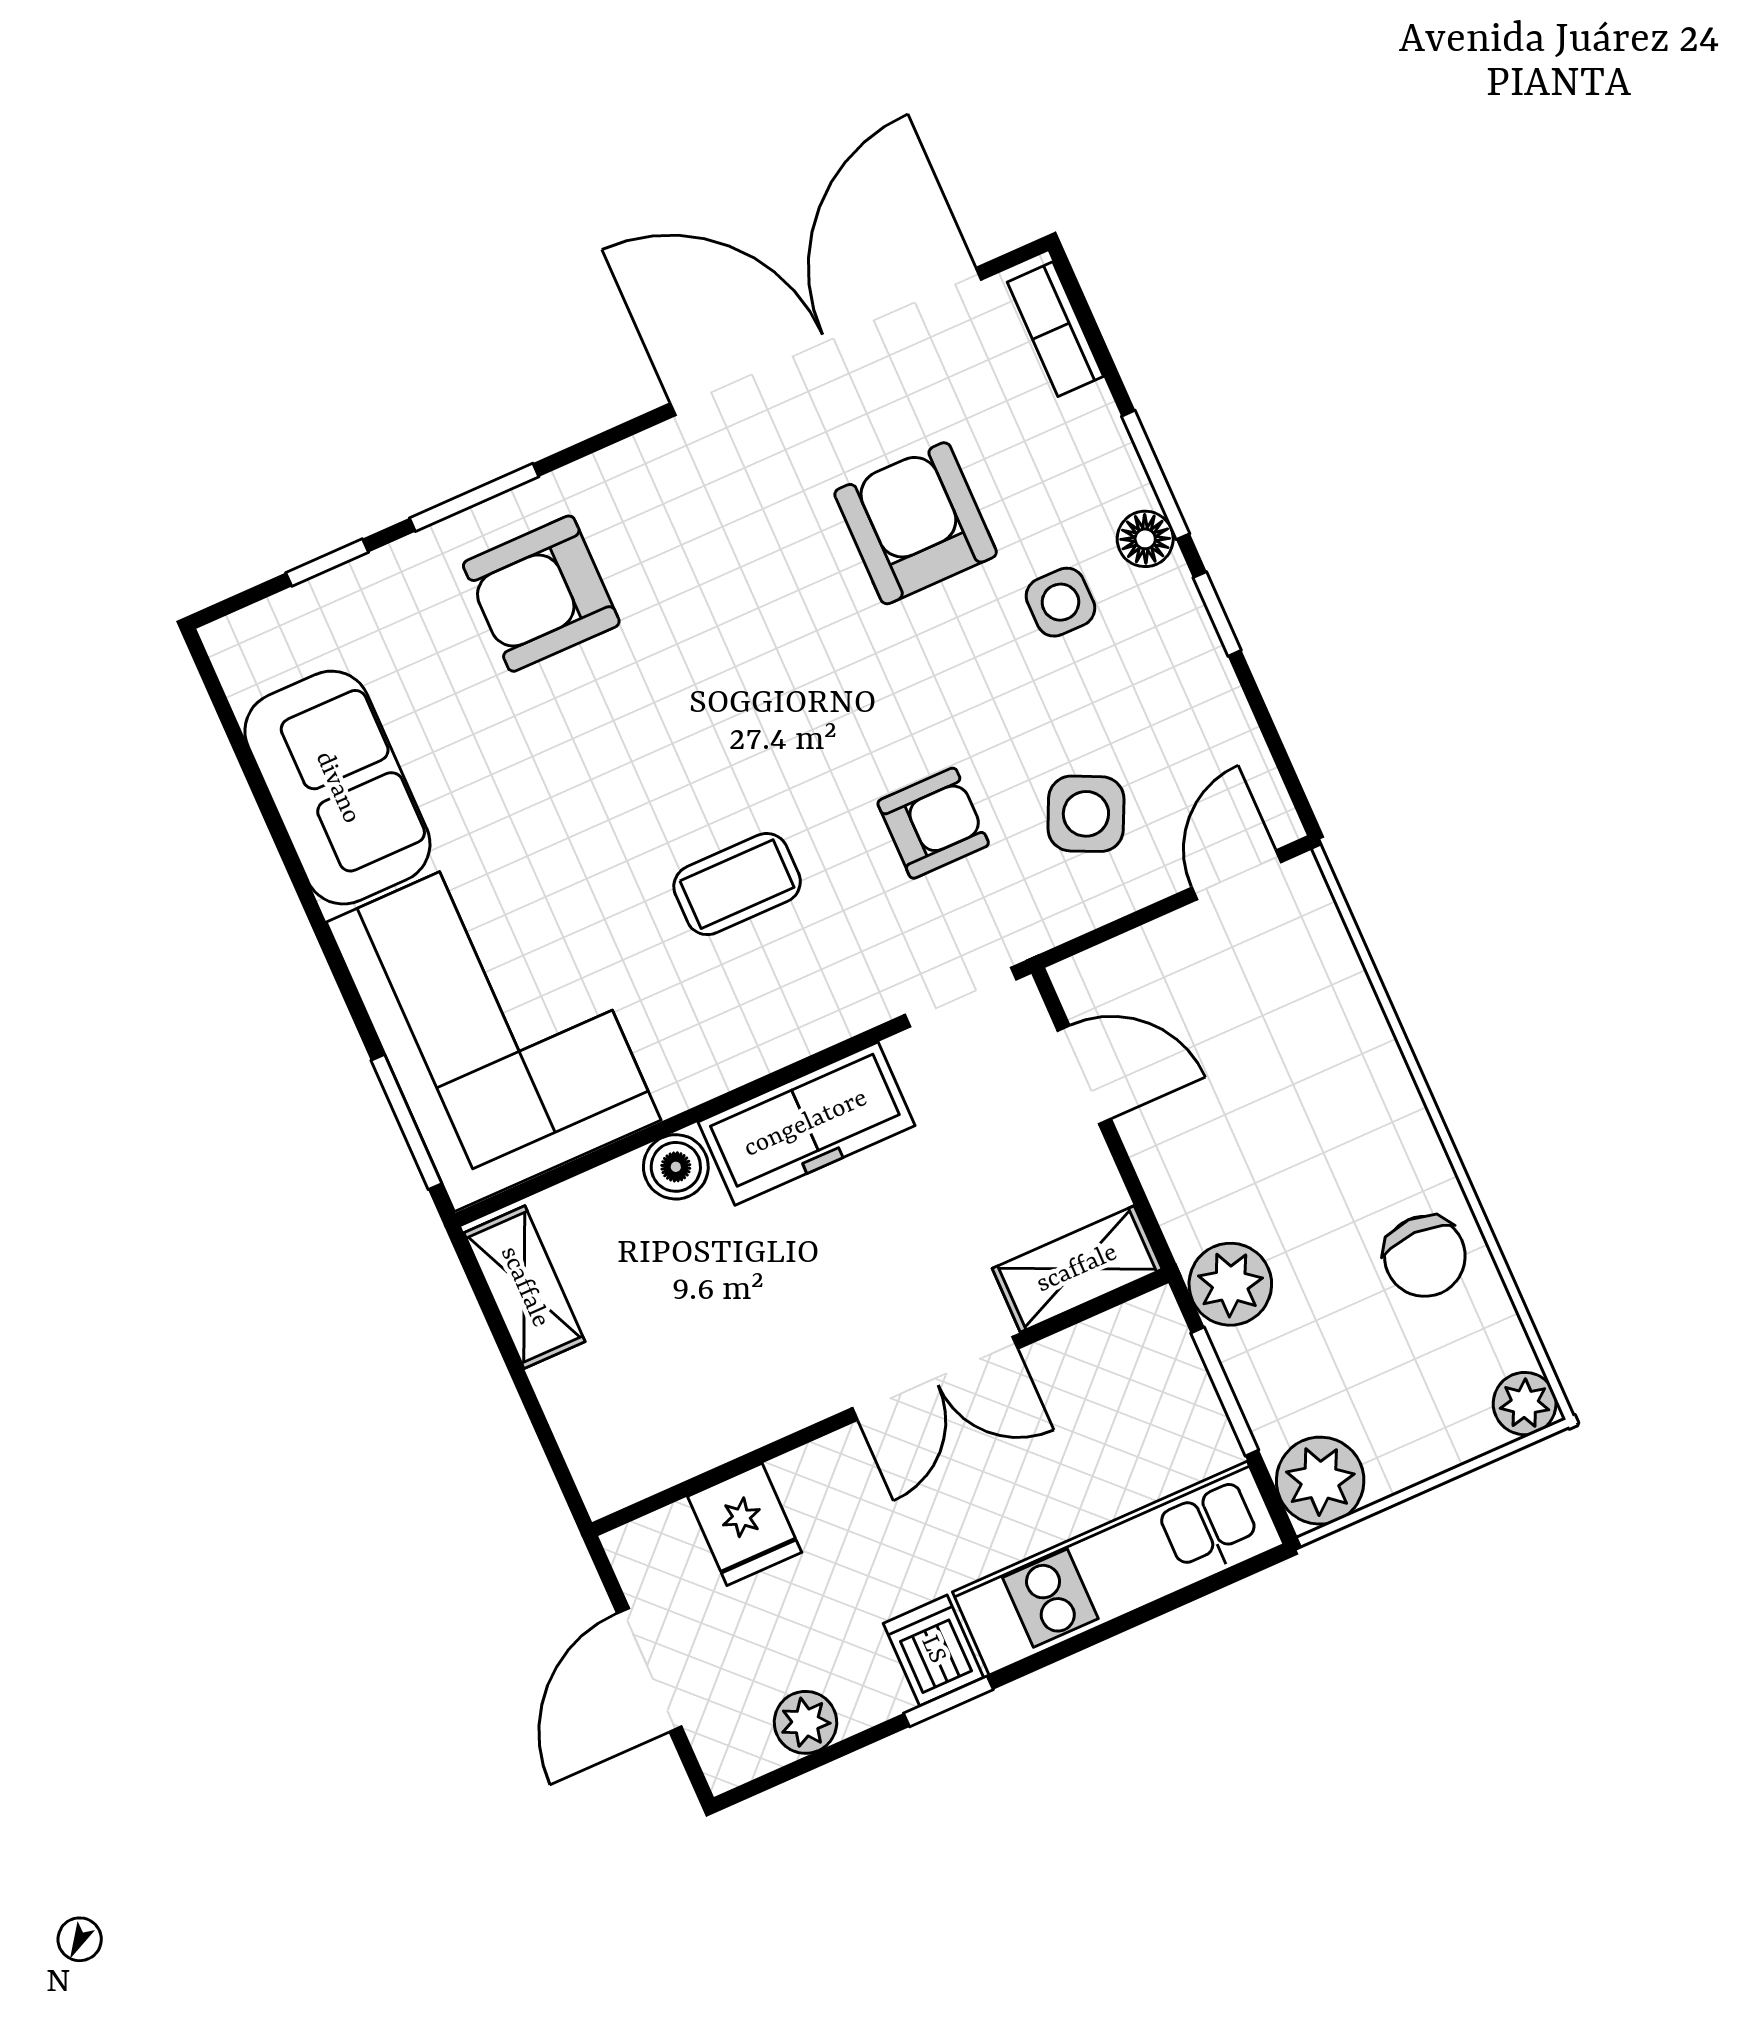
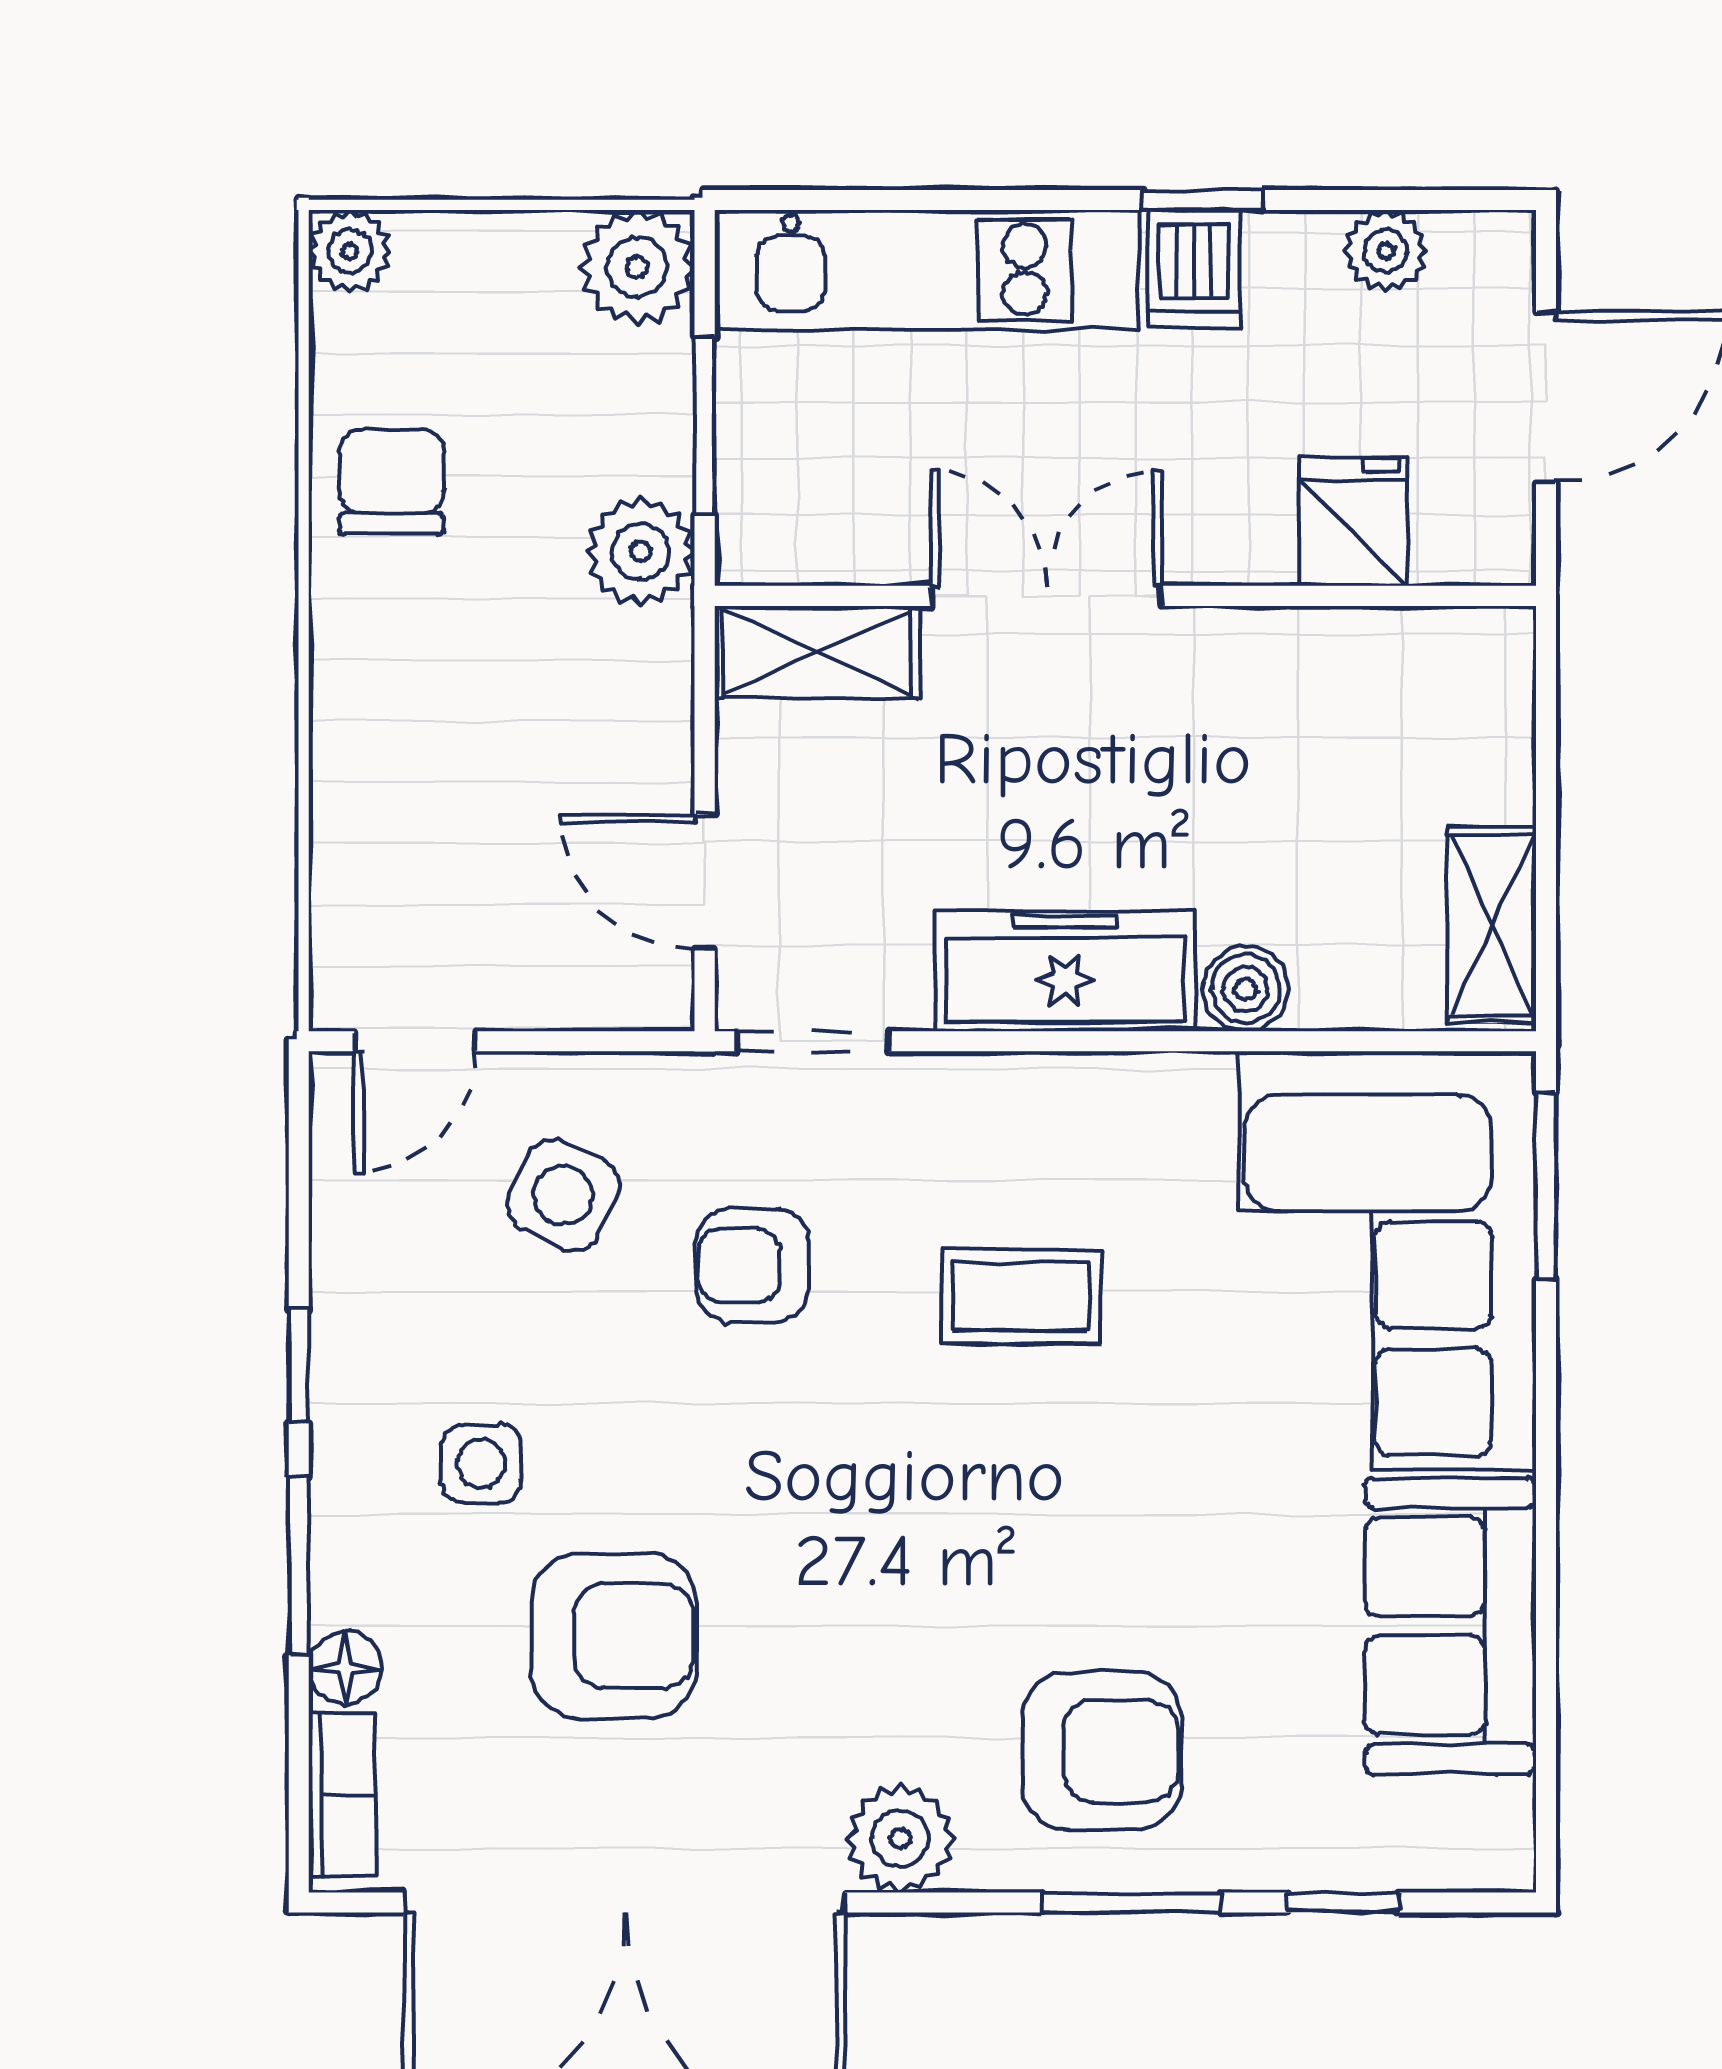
plant: (654, 471) -> (900, 1839), added
armchair: (916, 523) -> (614, 1636), turned -90
floor lamp: (1145, 539) -> (345, 1668), moved

